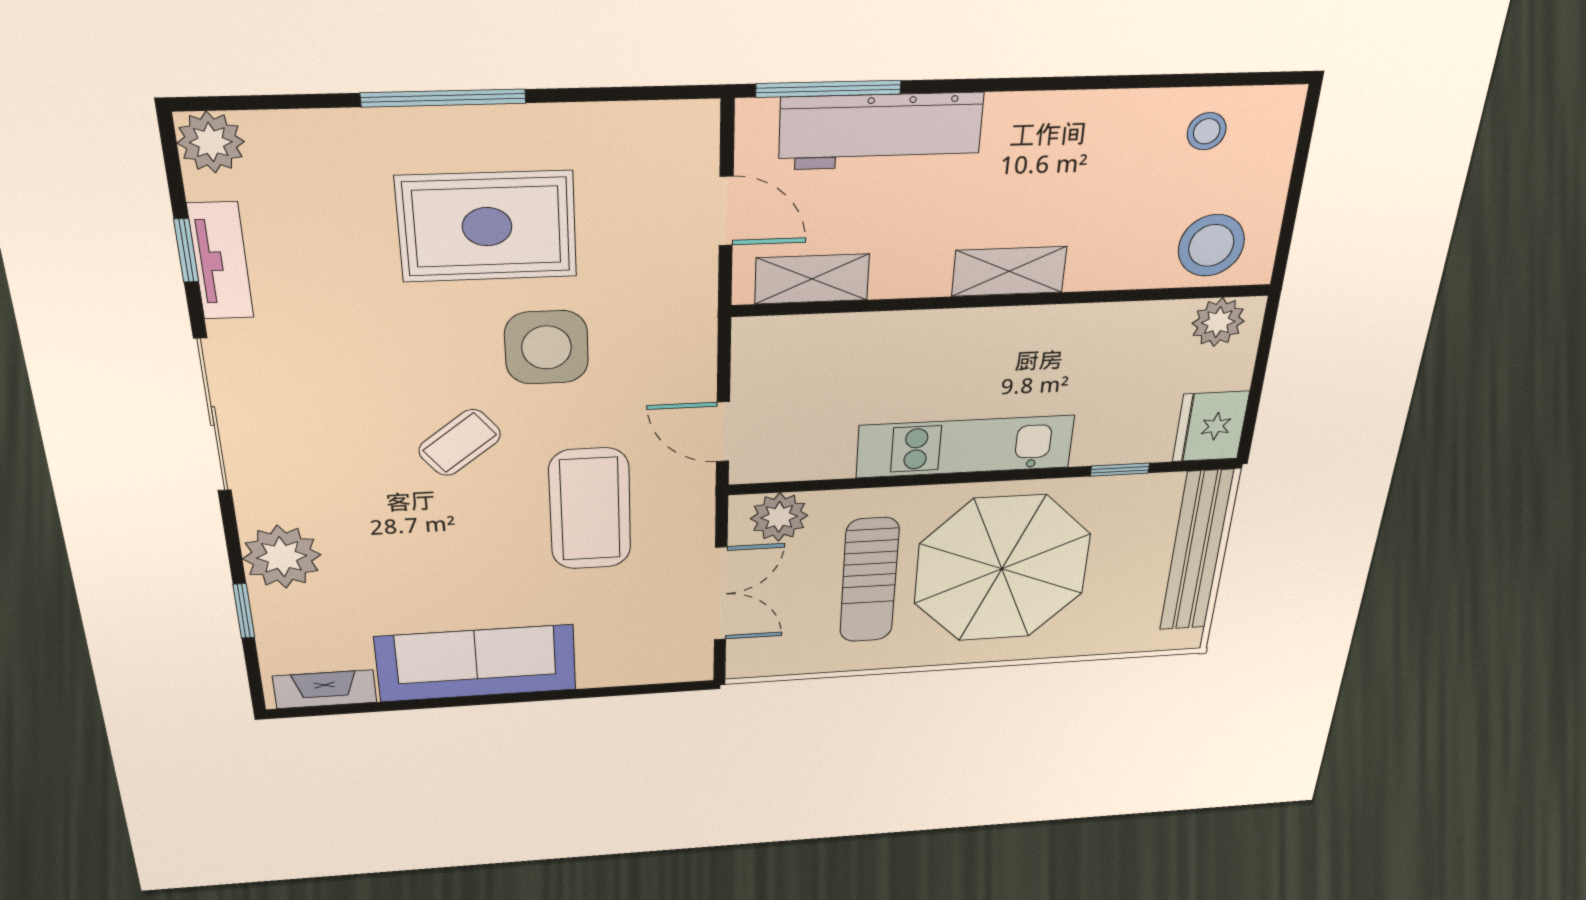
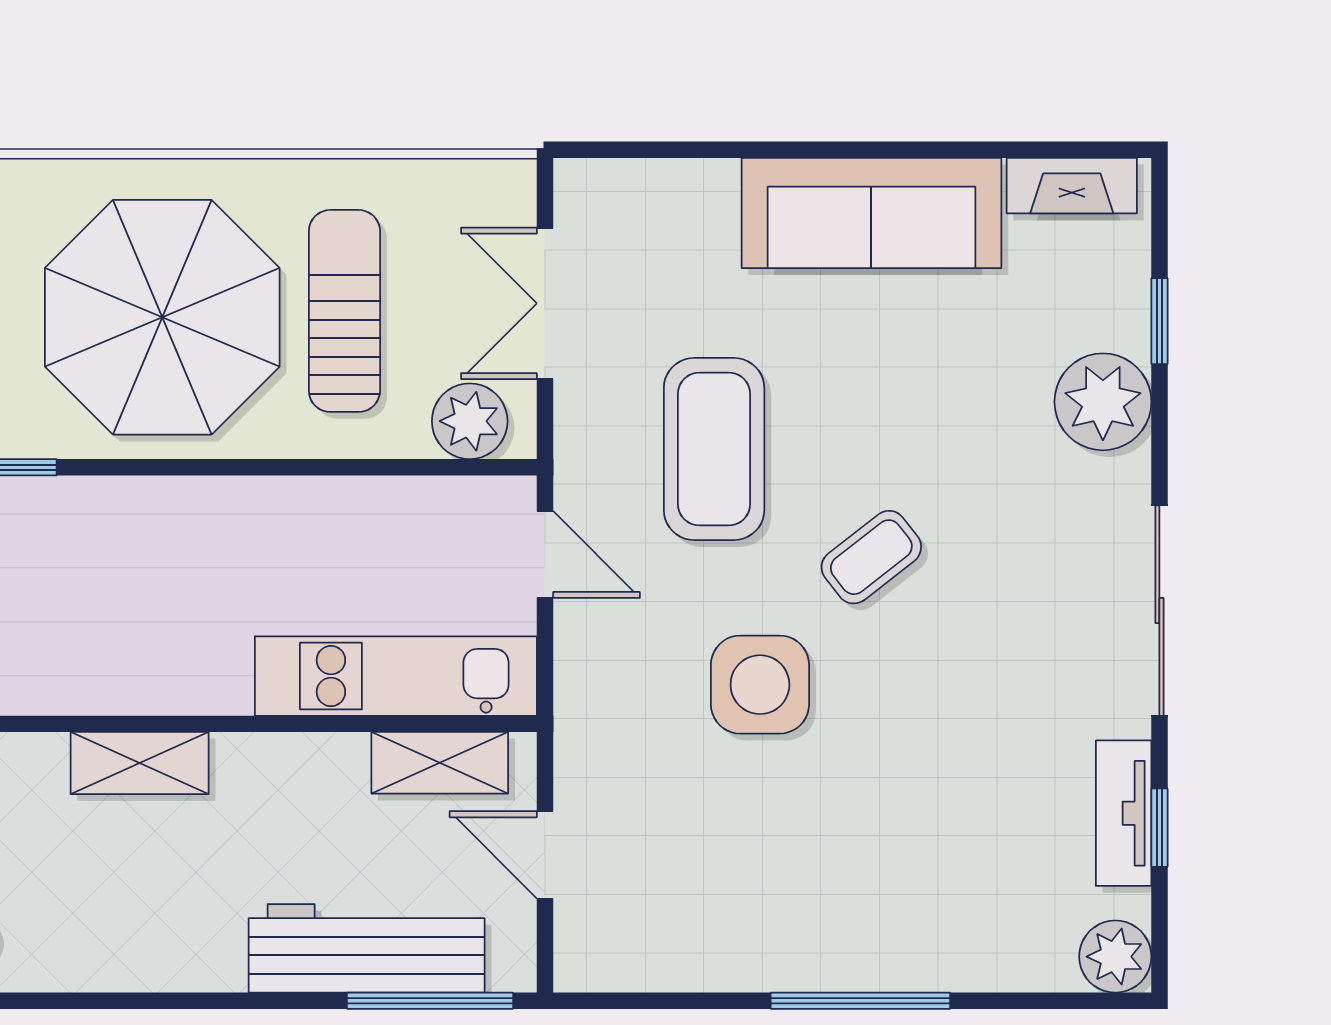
rug: (487, 227) -> (822, 845), removed
shelving: (1009, 271) -> (140, 763), moved
kitchen unit: (965, 446) -> (396, 676), moved, turned 180

